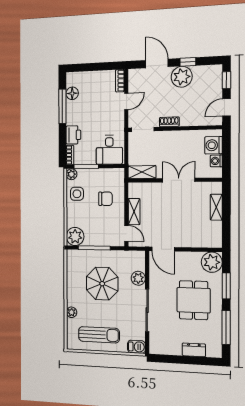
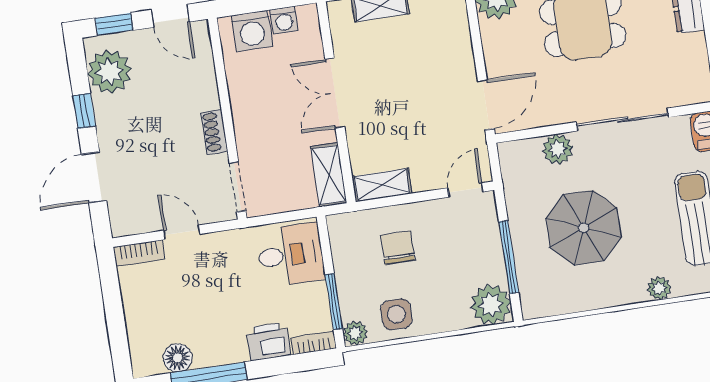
plant: (182, 77) -> (110, 72), moved
shelving: (134, 212) -> (382, 185), moved

